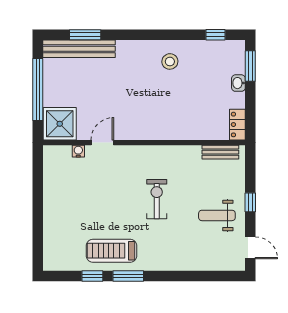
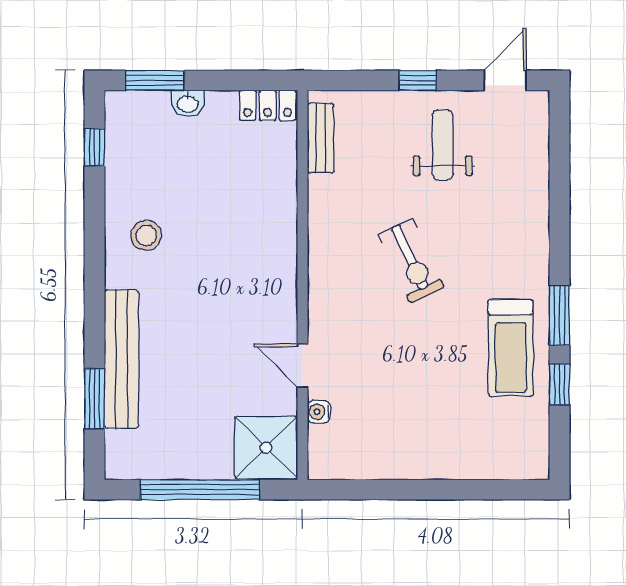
bench: (79, 49) -> (122, 359), moved
exercise bike: (157, 199) -> (411, 261), turned -115
weight bench: (217, 215) -> (443, 145), turned 180

